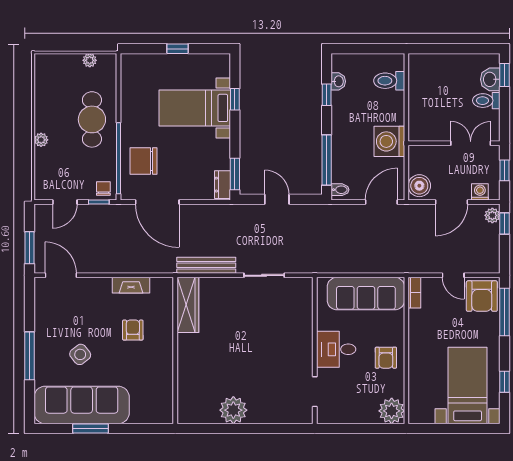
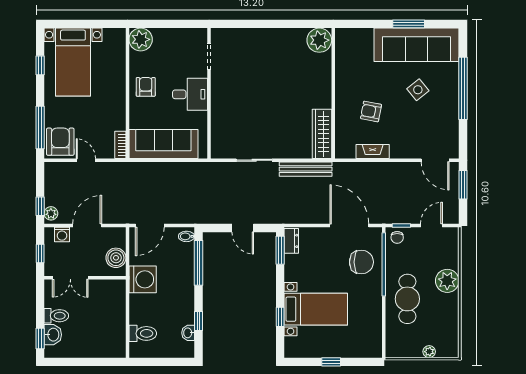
plant: (90, 60) -> (429, 352), moved
plant: (41, 140) -> (447, 281), width x1.88, depth x1.88
boiler: (419, 186) -> (116, 258), moved
armchair: (133, 330) -> (371, 111), turned 101
window: (29, 356) -> (463, 88), width x1.46
plant: (233, 410) -> (319, 40), moved

